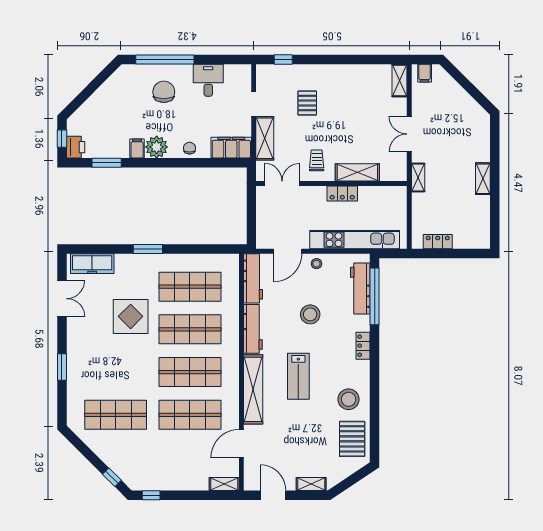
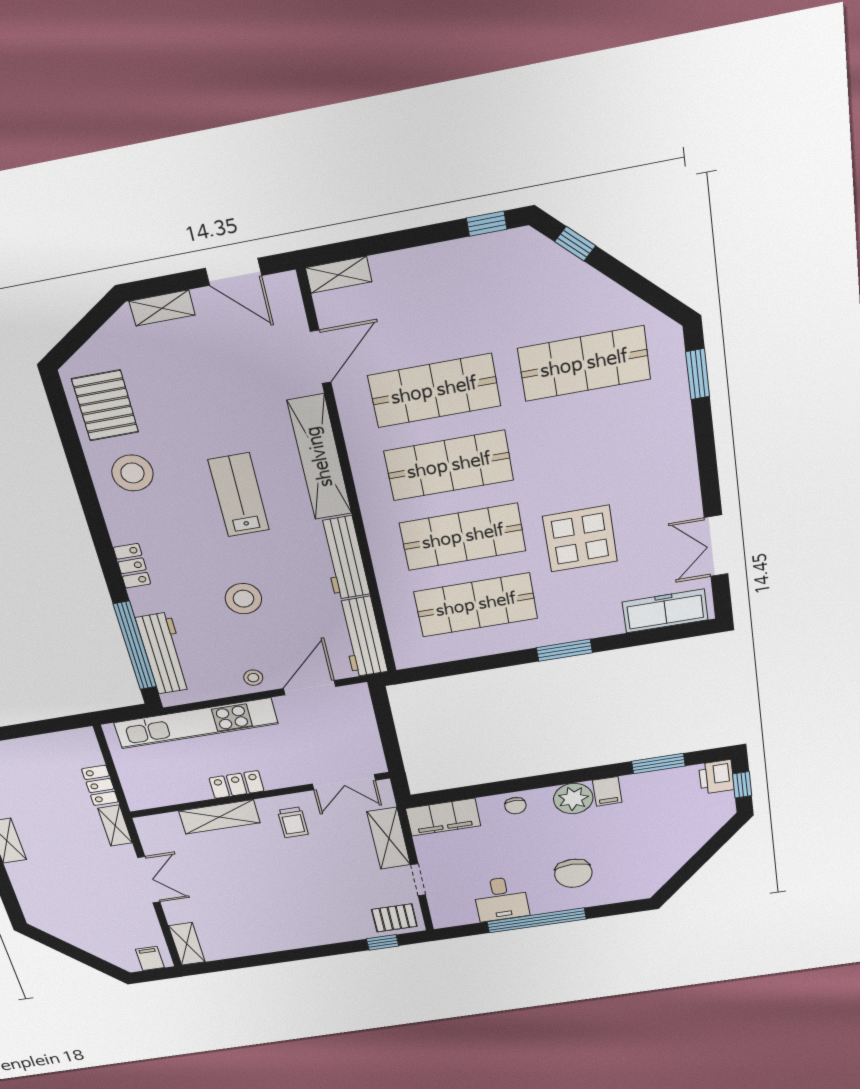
window: (165, 60) -> (536, 920), moved
pallet: (307, 103) -> (394, 918), moved, turned 90
locker: (438, 242) -> (100, 785), moved, turned 90
window: (62, 367) -> (698, 374), moved

